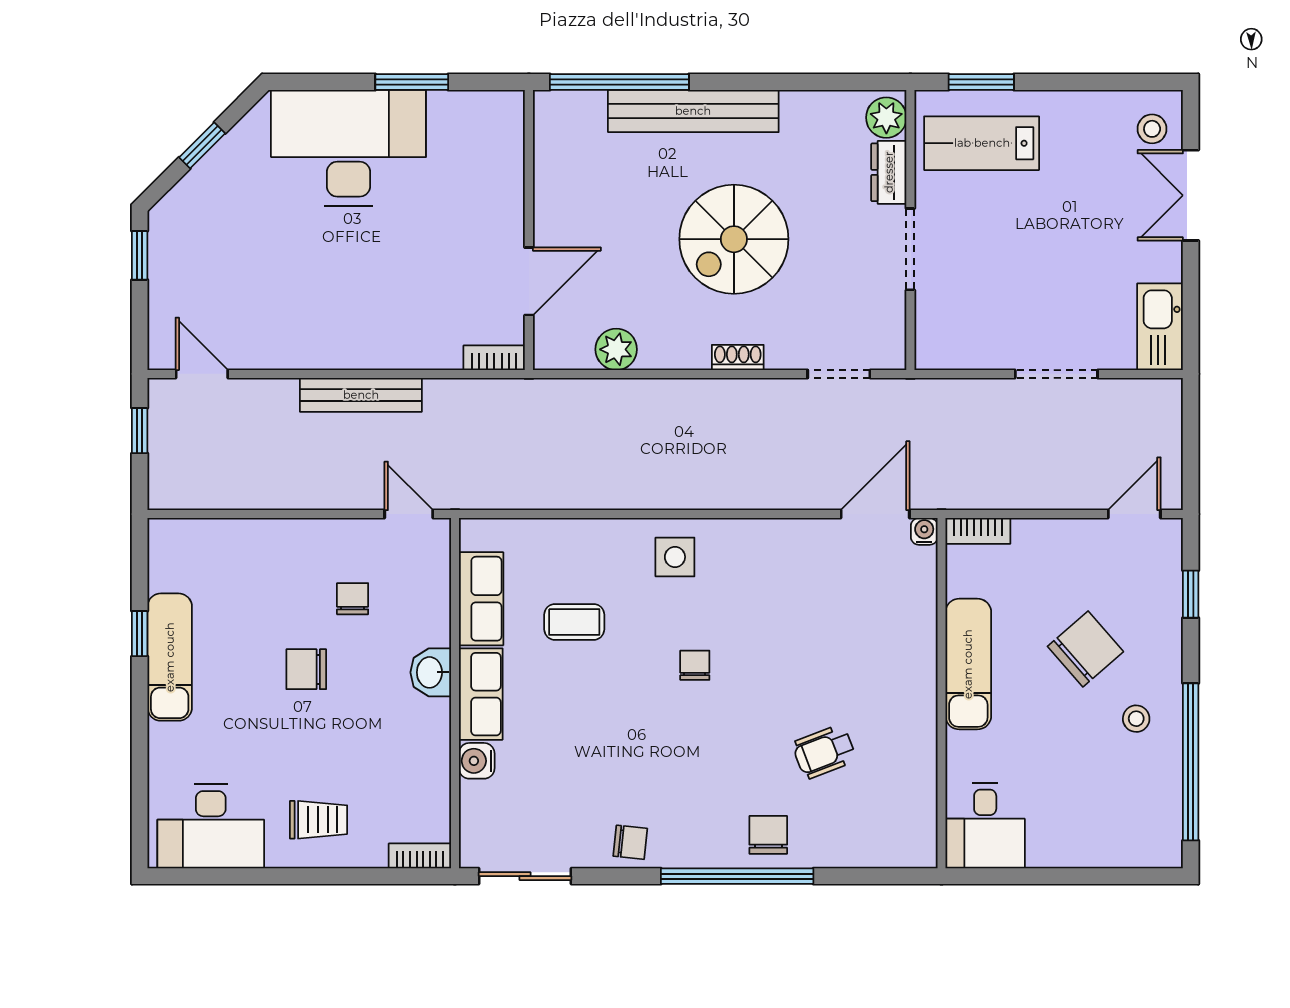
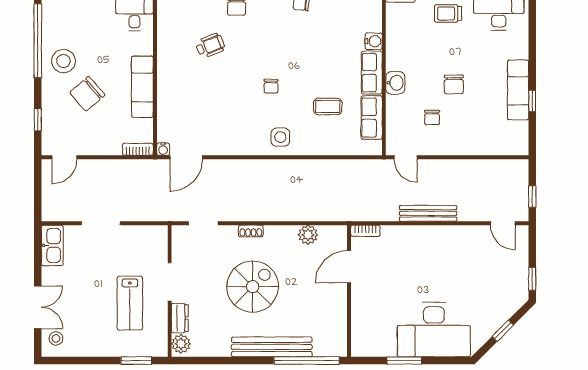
lab bench: (982, 143) -> (130, 303), moved, turned 90
chair: (306, 669) -> (454, 84), turned 90
stool: (1136, 719) -> (63, 61), width x1.89, depth x1.89

